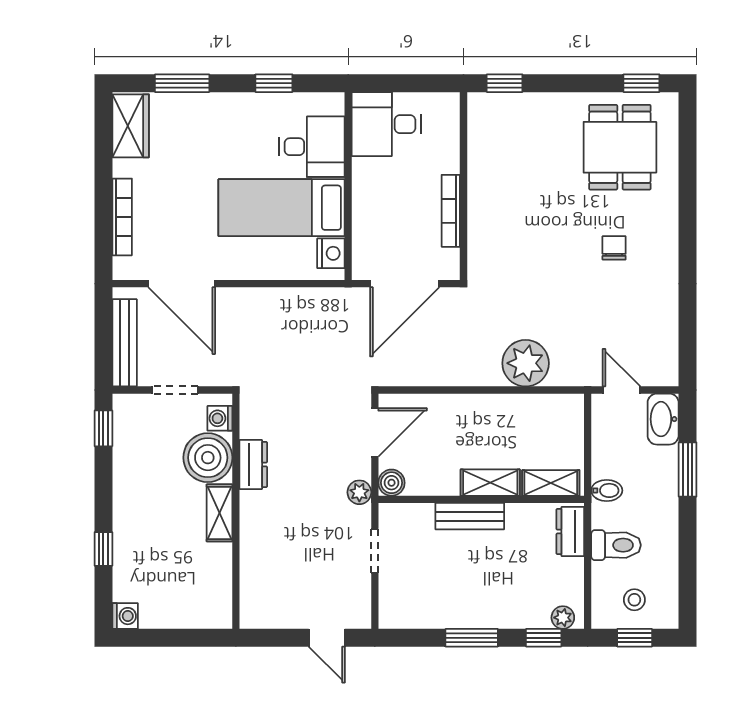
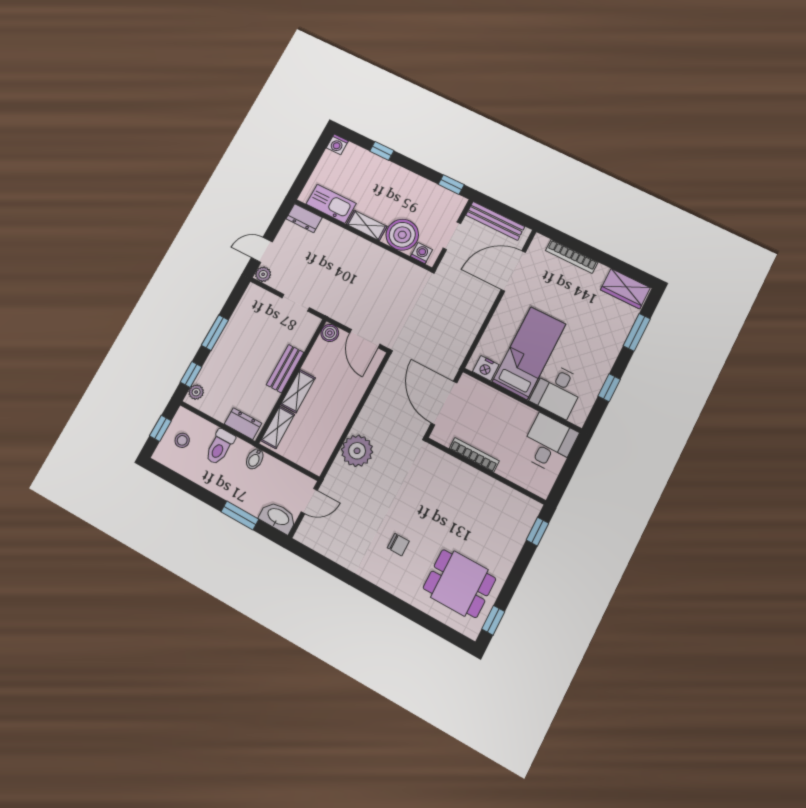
dresser: (253, 464) -> (304, 218), moved
plant: (359, 492) -> (263, 274), moved
kitchen sink: (214, 578) -> (331, 204), added

